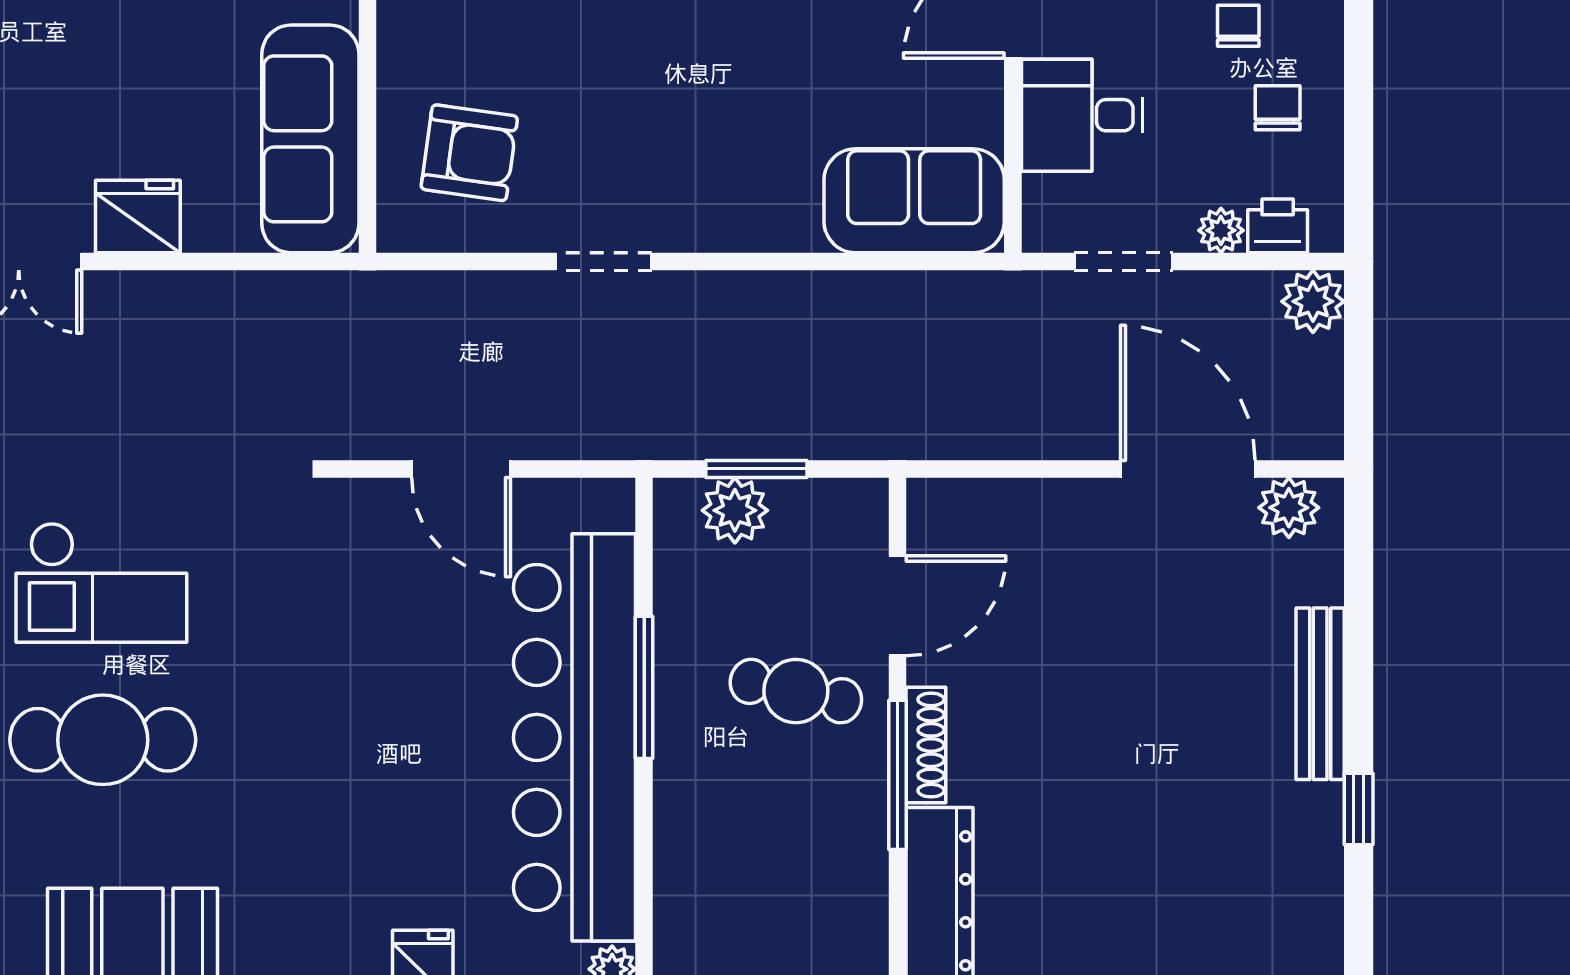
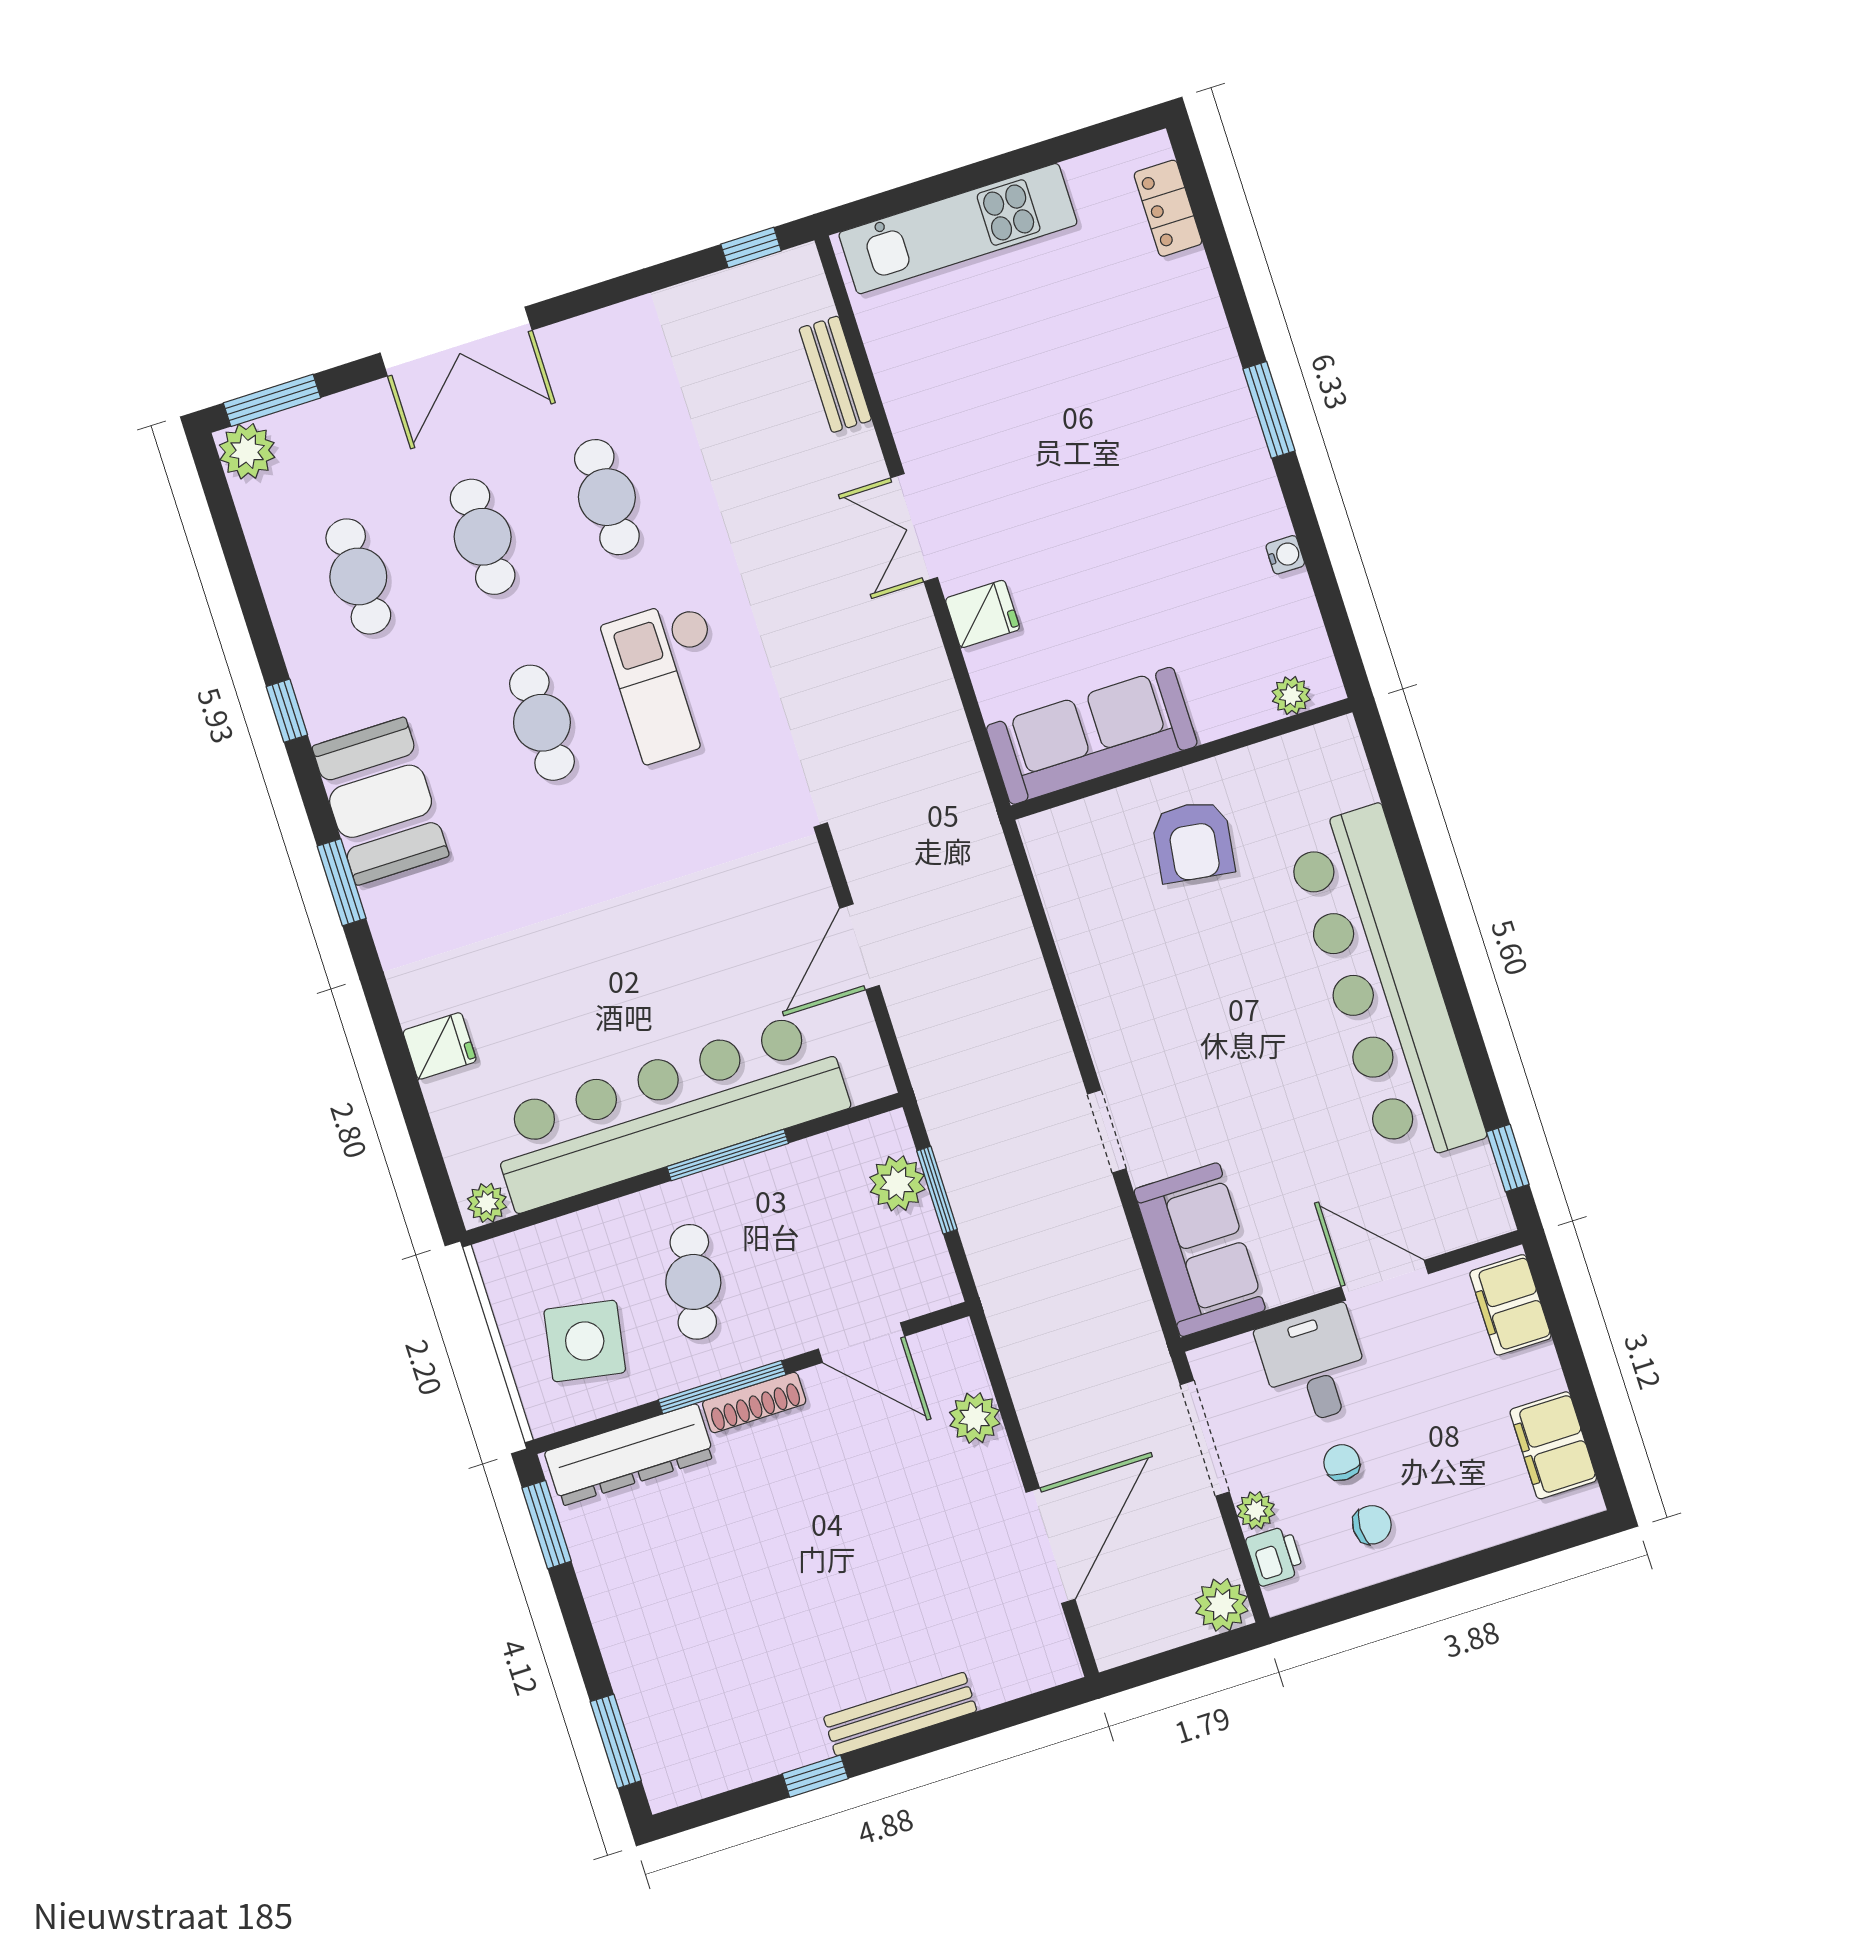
chair: (1238, 26) -> (1342, 1462), moved, turned -90
armchair: (469, 153) -> (1193, 841), moved
fridge: (138, 216) -> (983, 614), width x0.72
doorway: (604, 261) -> (1107, 1131), moved
doorway: (1124, 261) -> (1205, 1438), width x1.38
plant: (1289, 508) -> (975, 1418), moved
cafe table: (796, 691) -> (693, 1282), moved
cafe table: (103, 740) -> (542, 723), width x0.73, depth x0.74
side table: (799, 910) -> (585, 1341), added

